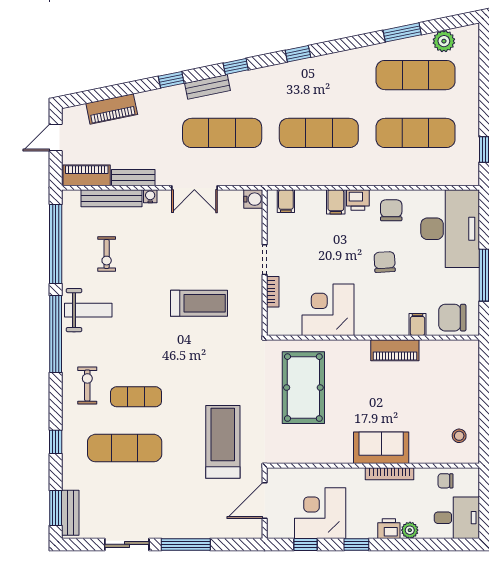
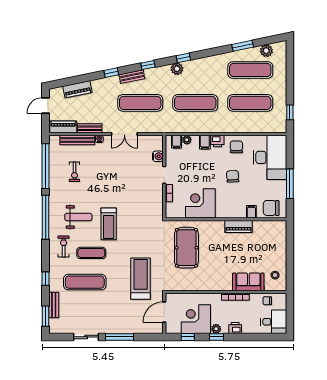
plant: (287, 73) -> (177, 69), added
plant: (304, 198) -> (187, 140), added
water cooler: (253, 199) -> (158, 156), moved
treadmill: (199, 303) -> (109, 224), moved, turned 90
weight bench: (88, 310) -> (78, 217), moved
sofa: (381, 448) -> (248, 282), moved
bench: (70, 513) -> (54, 305), moved
plant: (410, 530) -> (216, 329), moved

